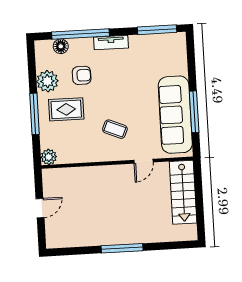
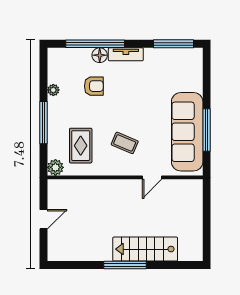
floor lamp: (61, 46) -> (100, 55), moved
plant: (47, 81) -> (53, 90), width x0.53, depth x0.53
rug: (66, 109) -> (81, 146), moved, turned 90
stairs: (183, 192) -> (145, 249), moved, turned 90

